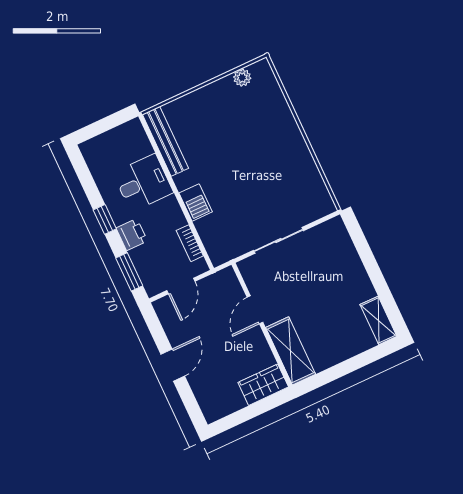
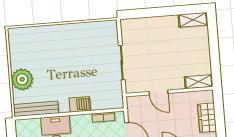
plant: (242, 78) -> (22, 79), moved, width x1.88, depth x1.88
shelving: (291, 351) -> (199, 82), width x0.67, depth x0.75
wardrobe: (263, 385) -> (207, 118), moved

